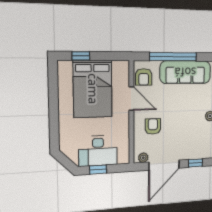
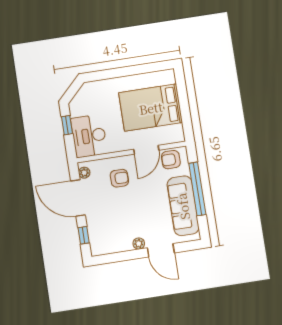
window: (81, 56) -> (182, 91), removed
desk: (98, 151) -> (89, 136), moved

